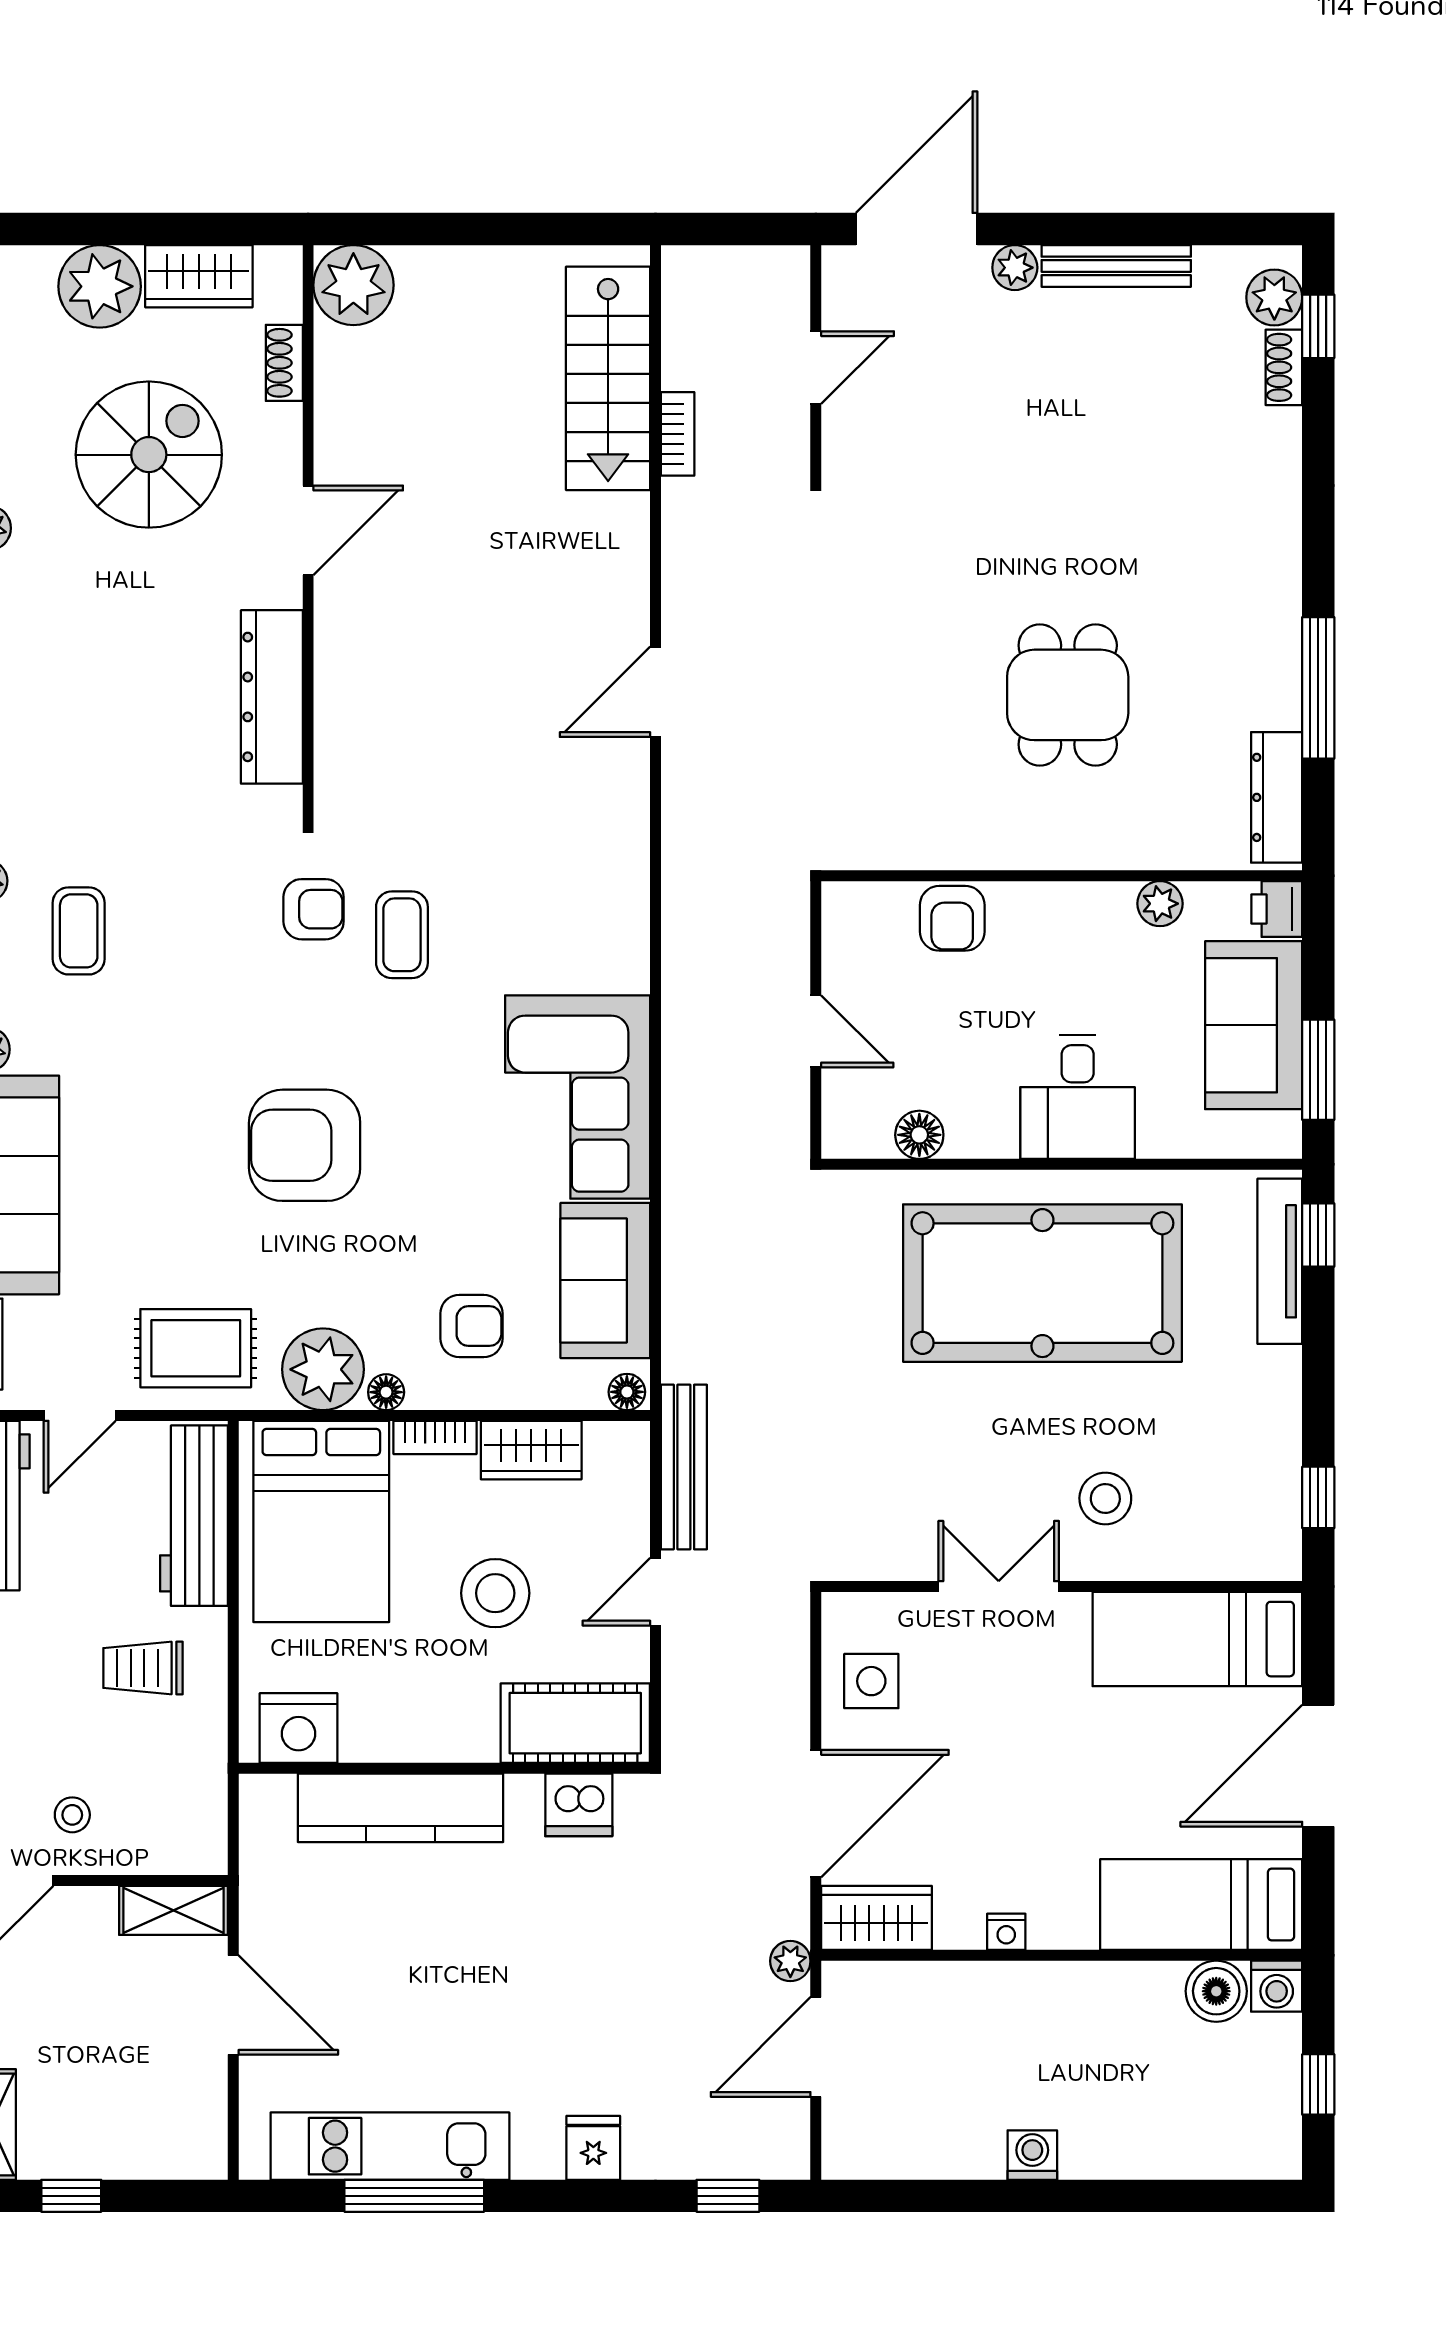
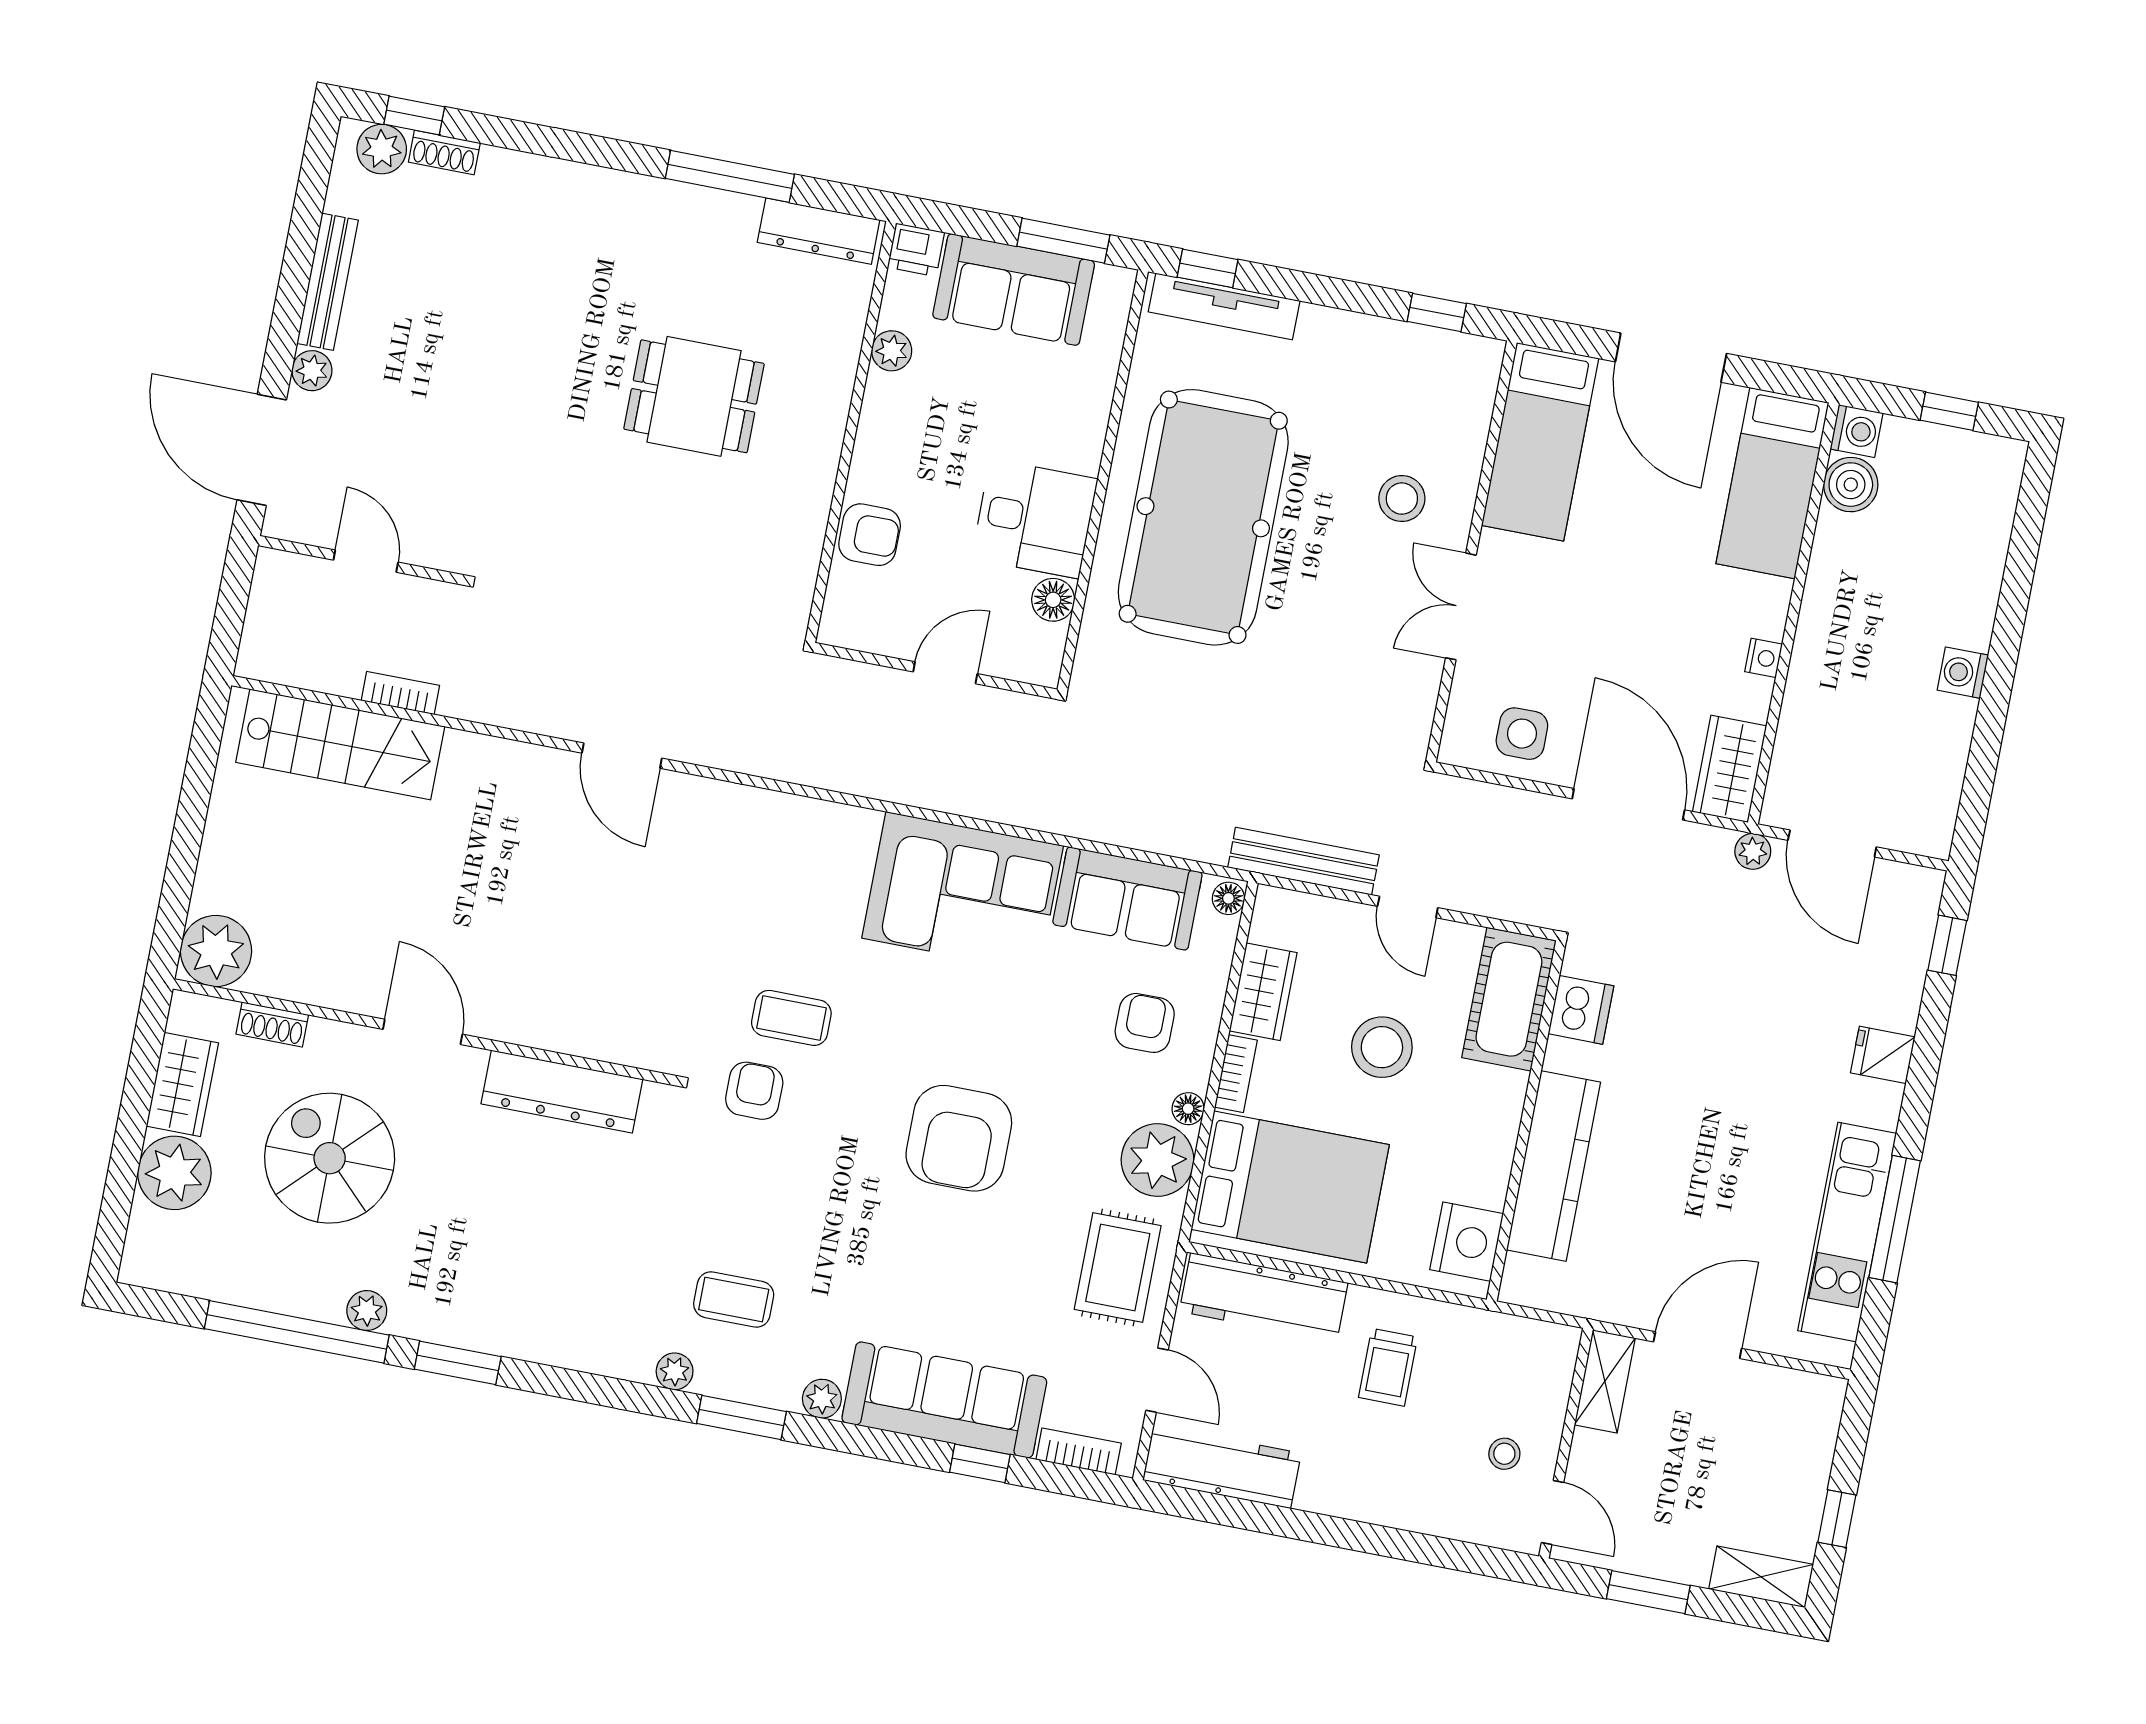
desk: (1078, 1097) -> (1035, 519), moved

